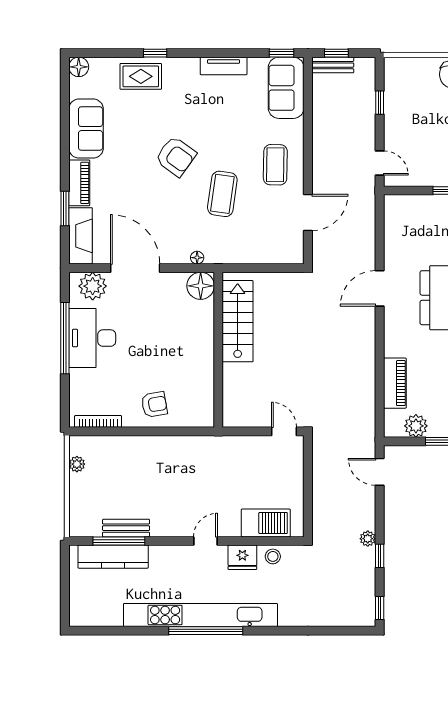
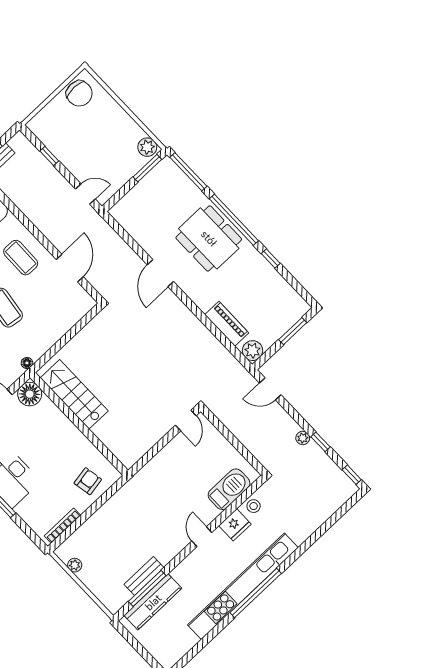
floor lamp: (201, 286) -> (30, 394), moved
stairs: (238, 321) -> (74, 394), moved
wall: (218, 350) -> (79, 424), moved
plant: (416, 426) -> (253, 351), moved
door: (284, 431) -> (186, 421), swing flipped

